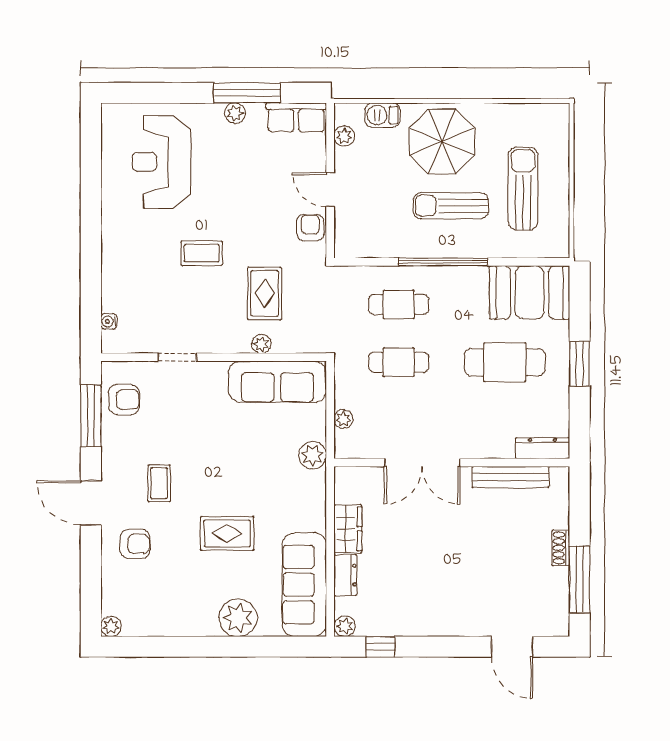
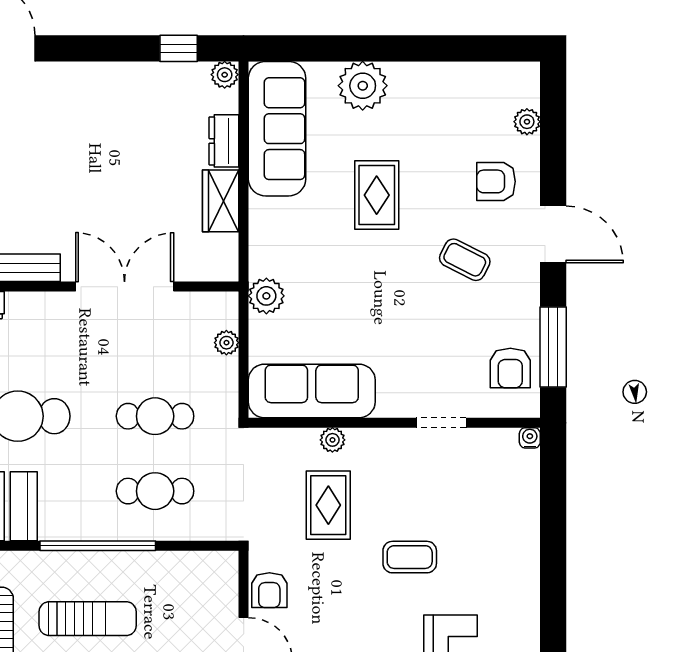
water cooler: (109, 321) -> (530, 438), moved, turned -90
armchair: (124, 399) -> (510, 368), turned -90
coffee table: (159, 483) -> (465, 260), turned -63
rug: (227, 533) -> (377, 195), turned 90
plant: (111, 627) -> (527, 122), moved

